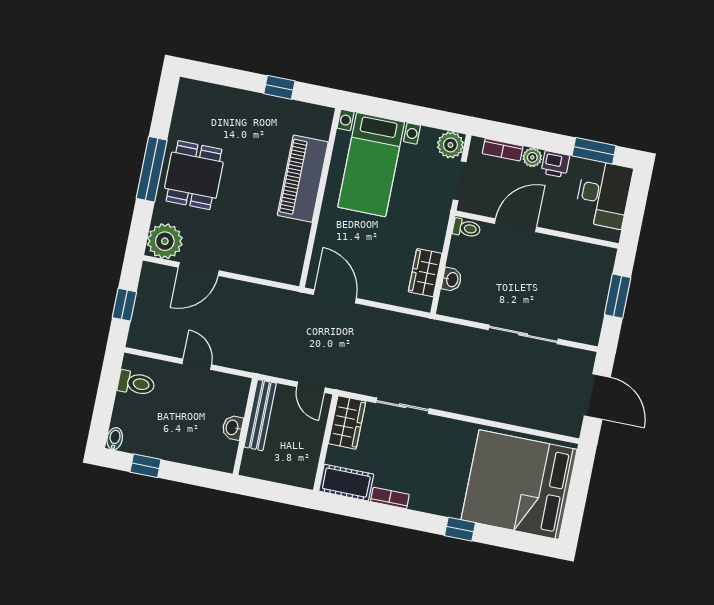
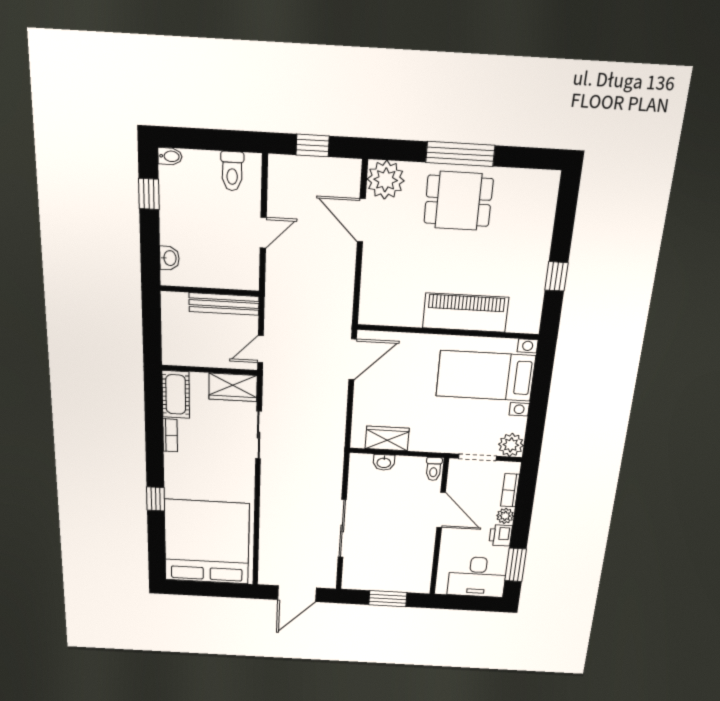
washbasin: (233, 428) -> (169, 258), moved, turned 90

